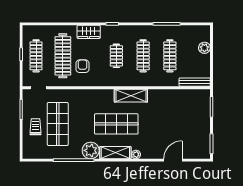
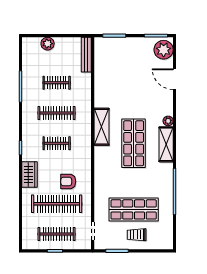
clothes rail: (170, 56) -> (57, 83), width x0.73
plant: (91, 150) -> (164, 50), moved

